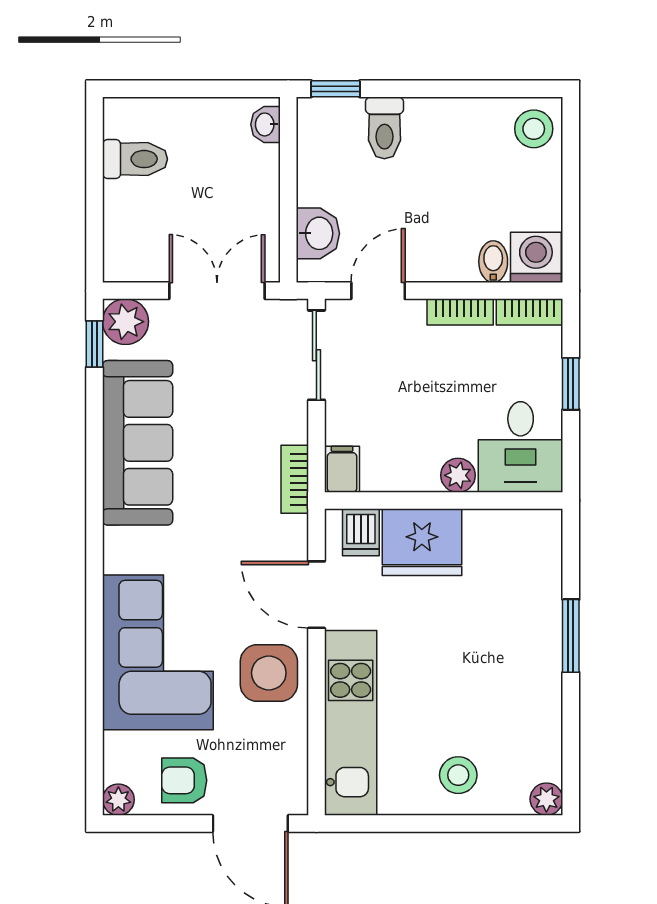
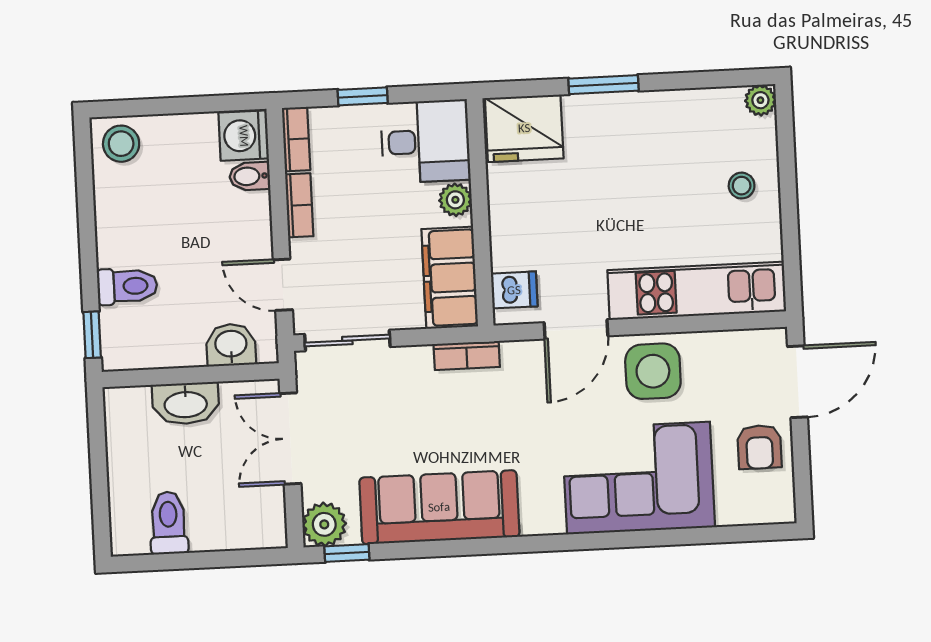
washbasin: (266, 124) -> (186, 403), moved, width x1.91, depth x1.45
filing cabinet: (342, 469) -> (450, 278), width x3.00, depth x1.17
fridge: (422, 542) -> (524, 128), moved, turned 90
stool: (458, 775) -> (742, 186), width x0.73, depth x0.73
plant: (118, 800) -> (781, 509), removed

